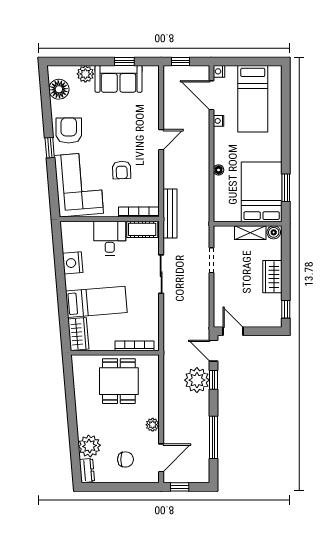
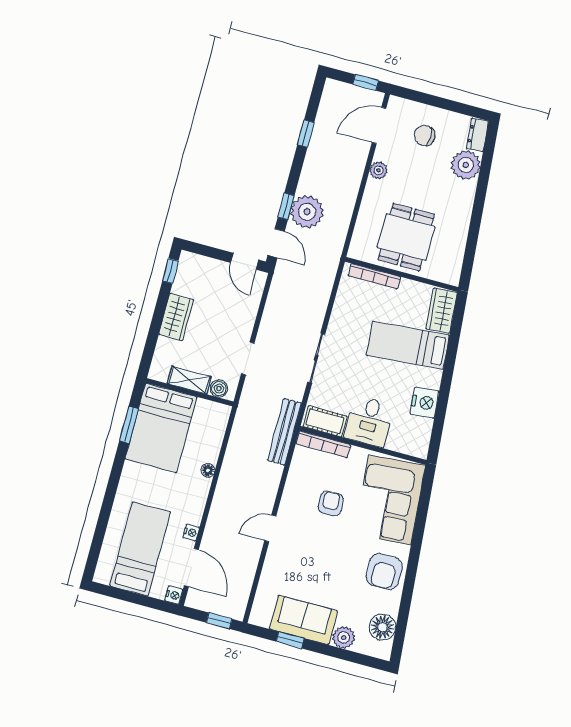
window: (50, 148) -> (414, 556), removed
boiler: (274, 232) -> (219, 389), moved
window: (213, 437) -> (306, 134), width x0.46

